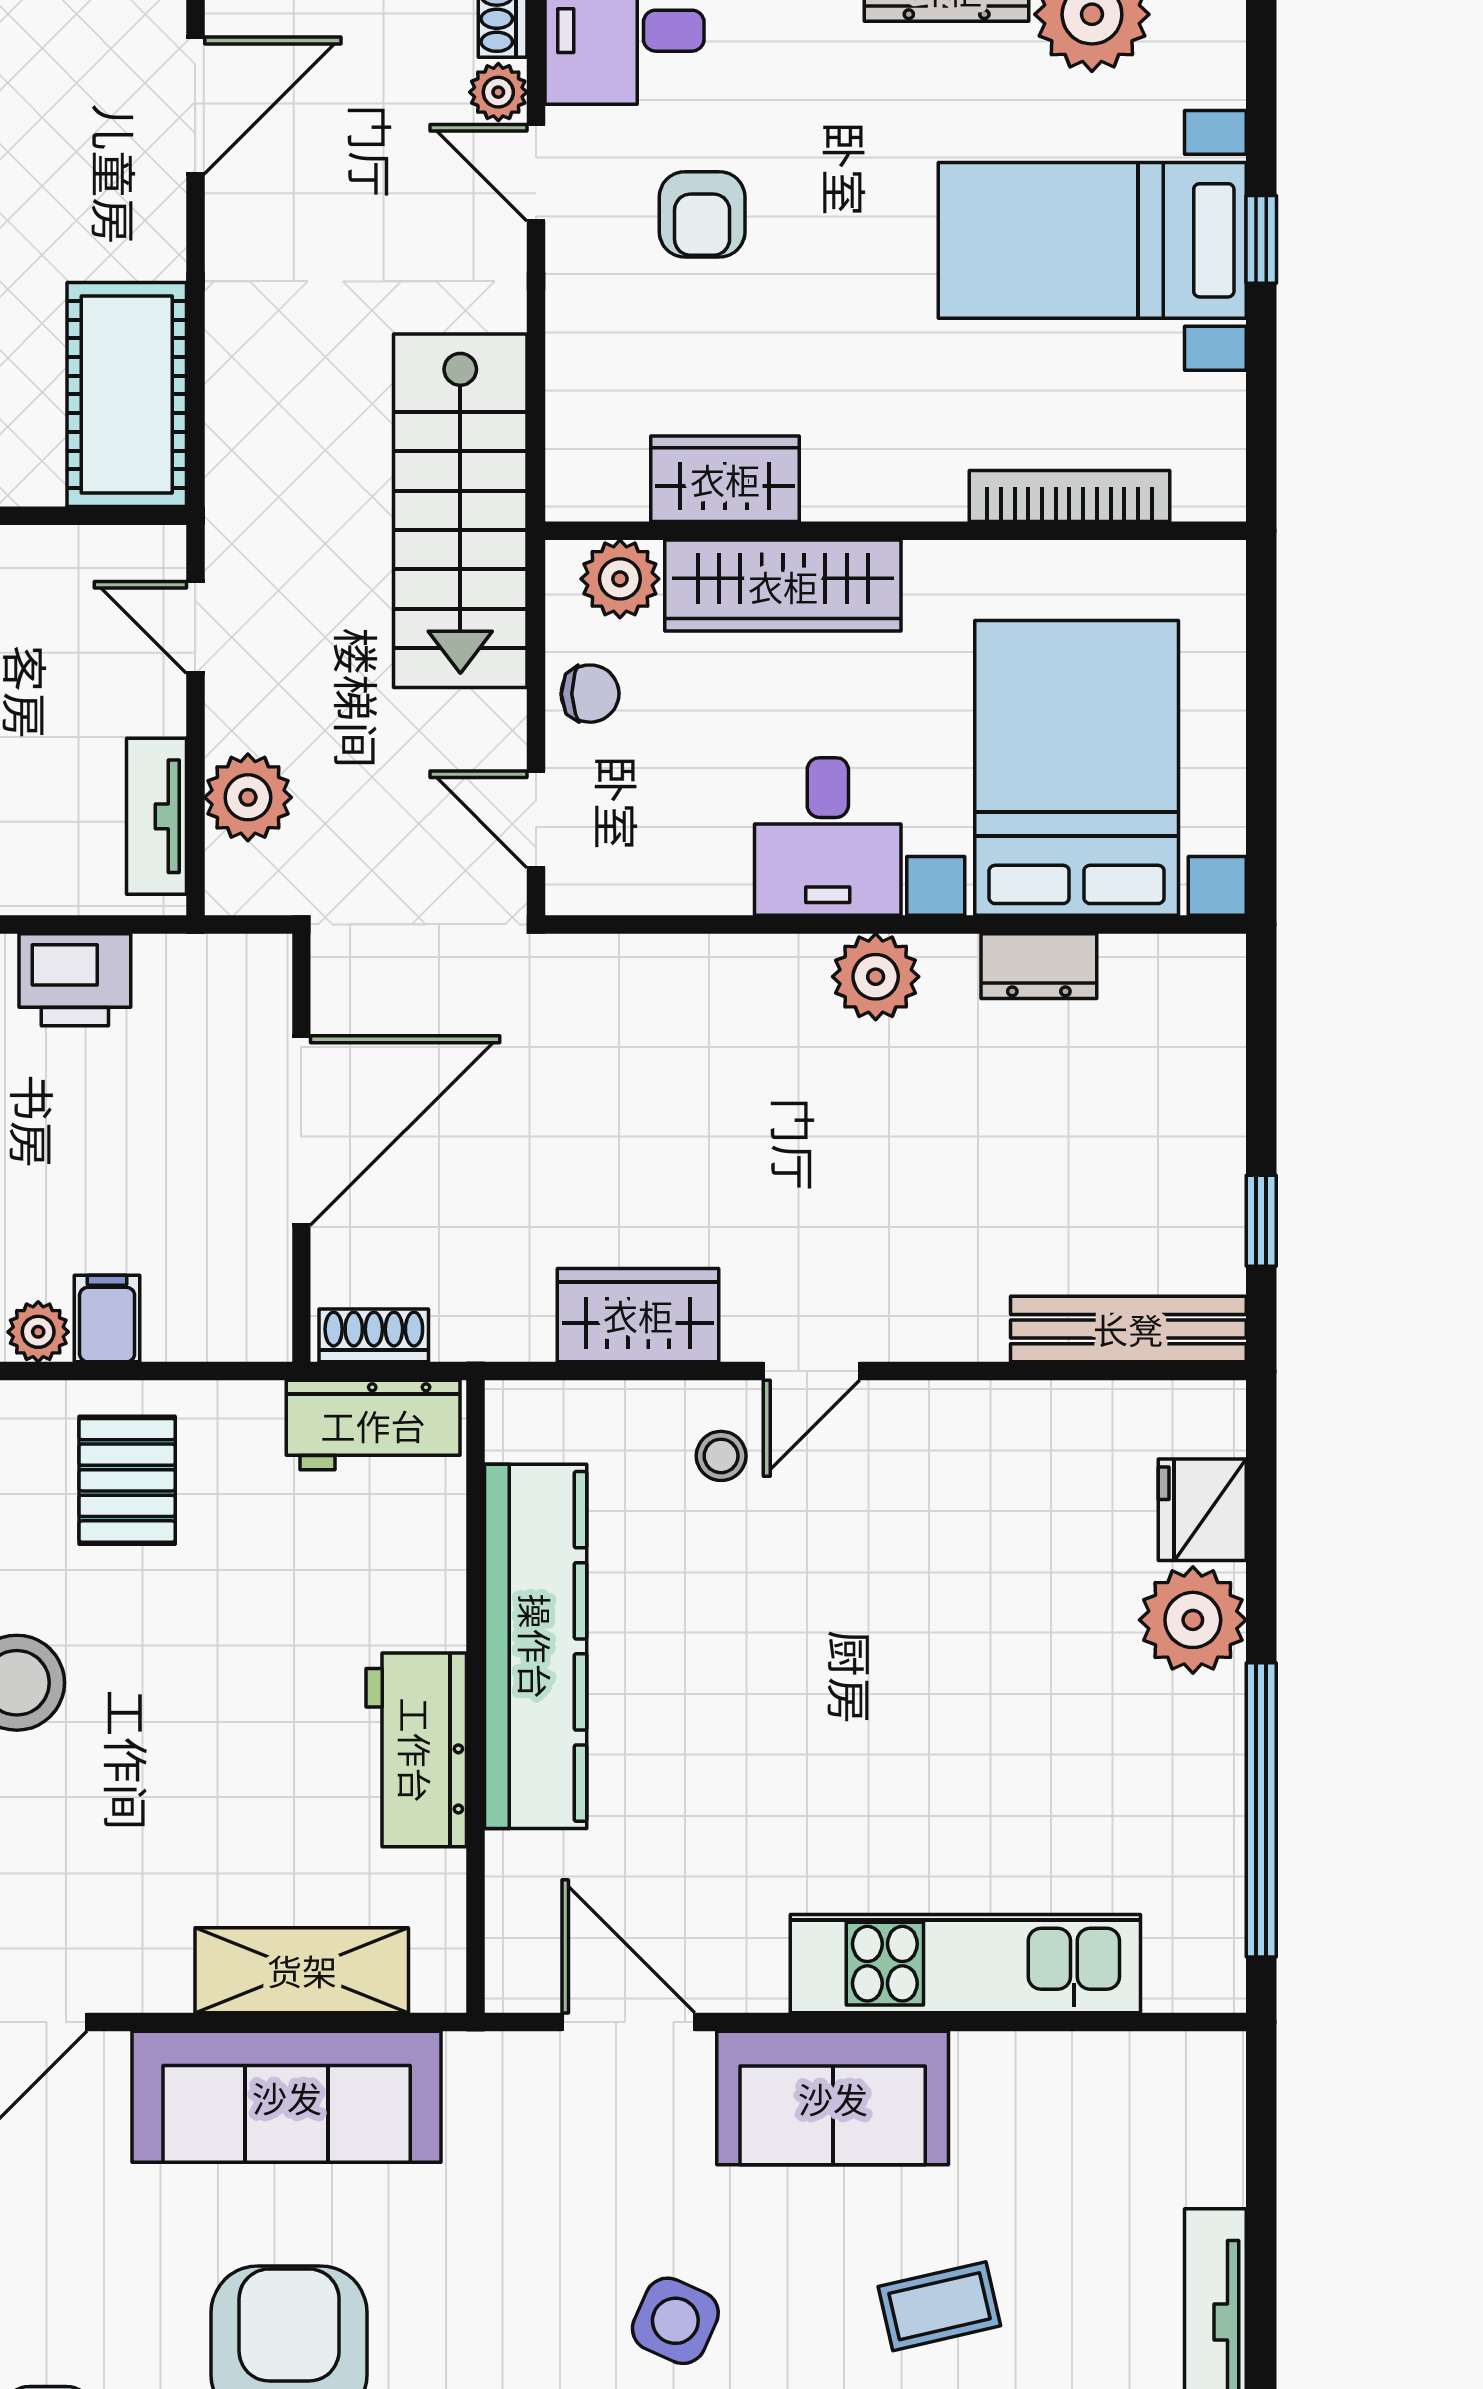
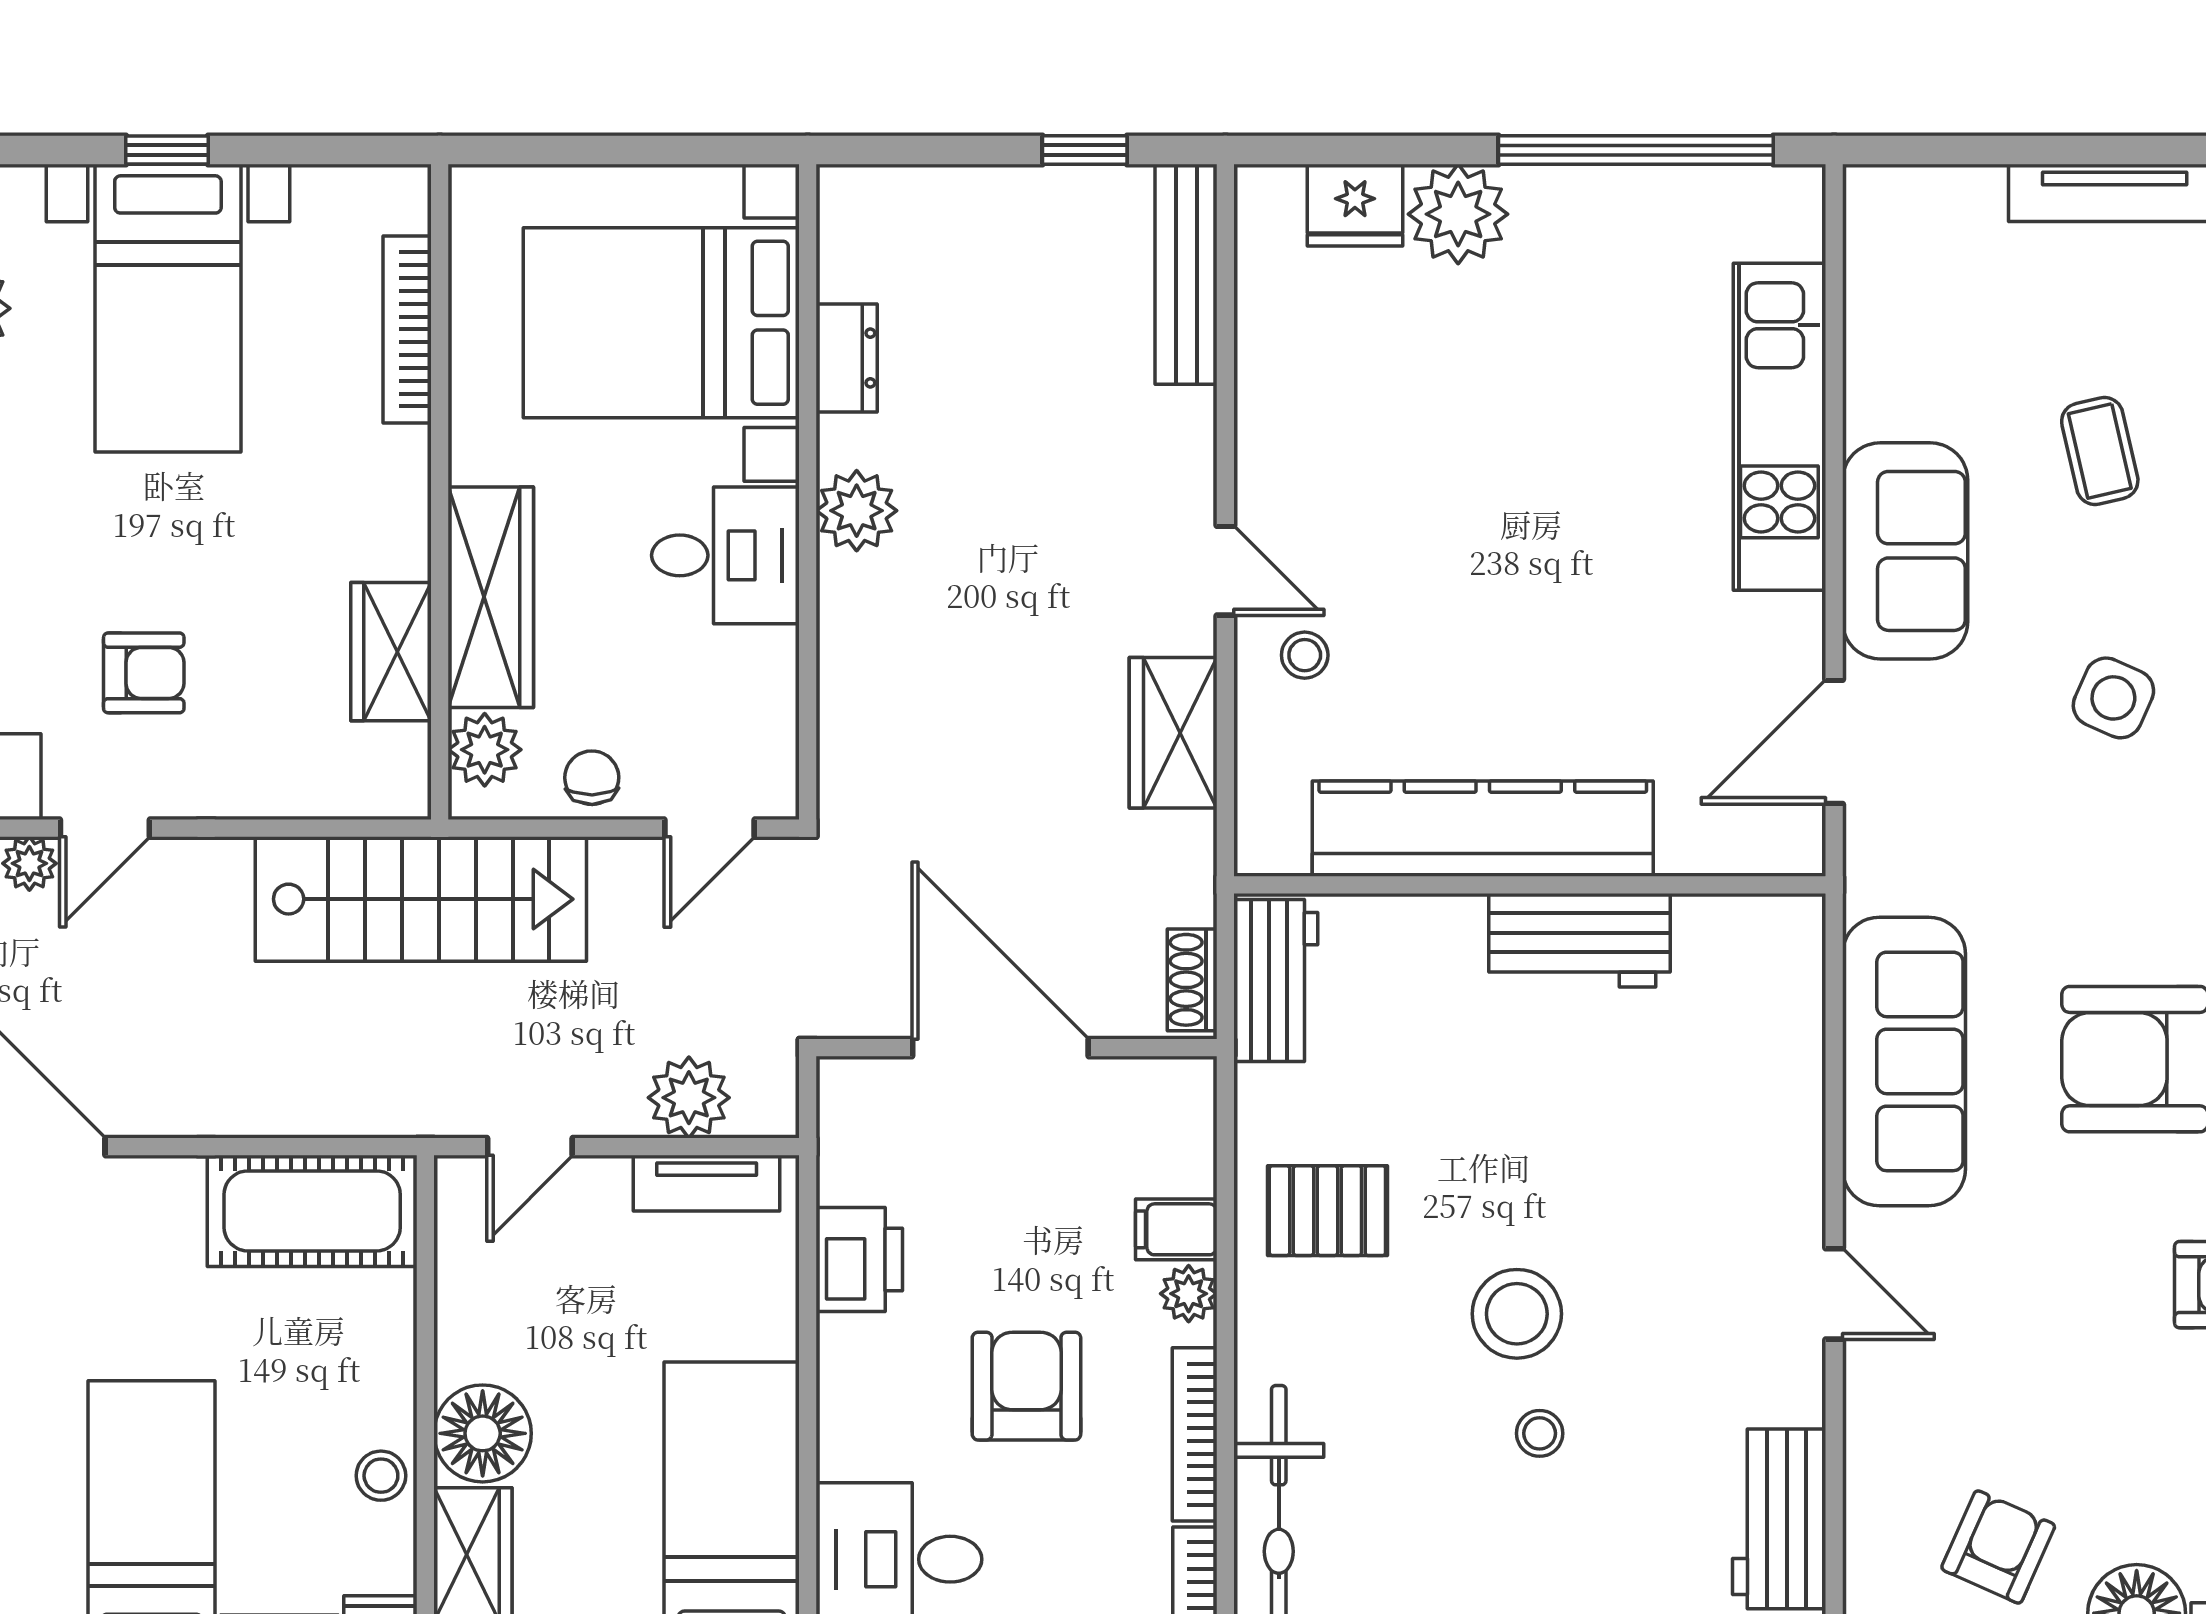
shelving: (302, 1970) -> (1786, 1047), removed

